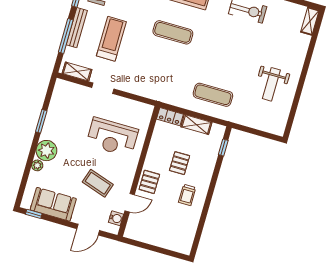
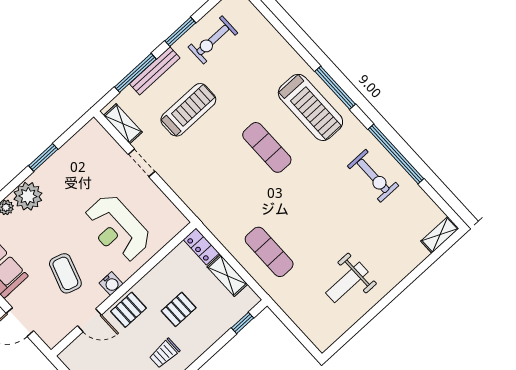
water cooler: (116, 218) -> (111, 284), moved

